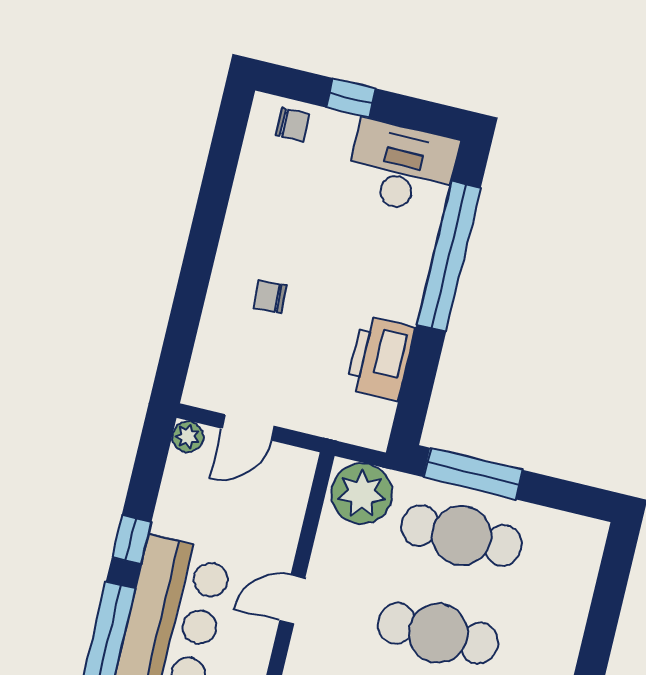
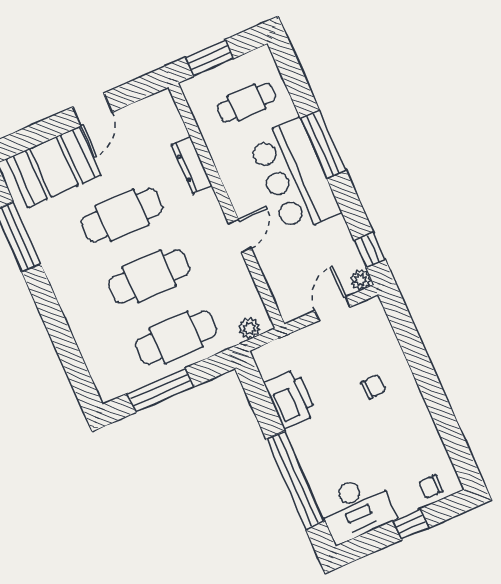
window: (473, 474) -> (161, 390), moved
plant: (362, 494) -> (249, 328), width x0.53, depth x0.53
window: (132, 540) -> (370, 250), moved

